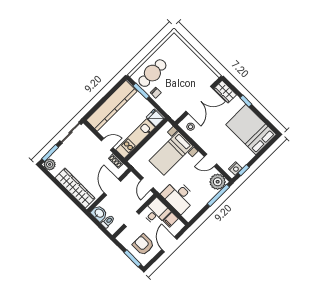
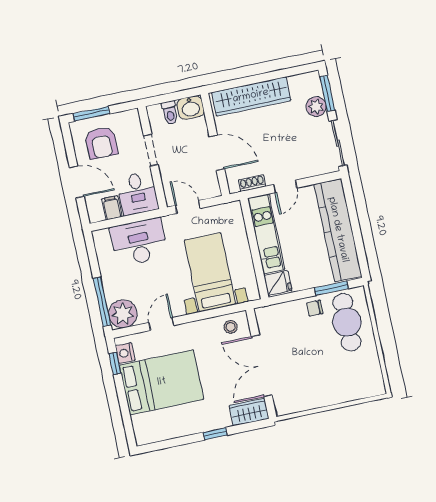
bed: (251, 129) -> (162, 382), moved
plant: (50, 164) -> (316, 107), moved
armchair: (143, 245) -> (101, 143), turned 90

